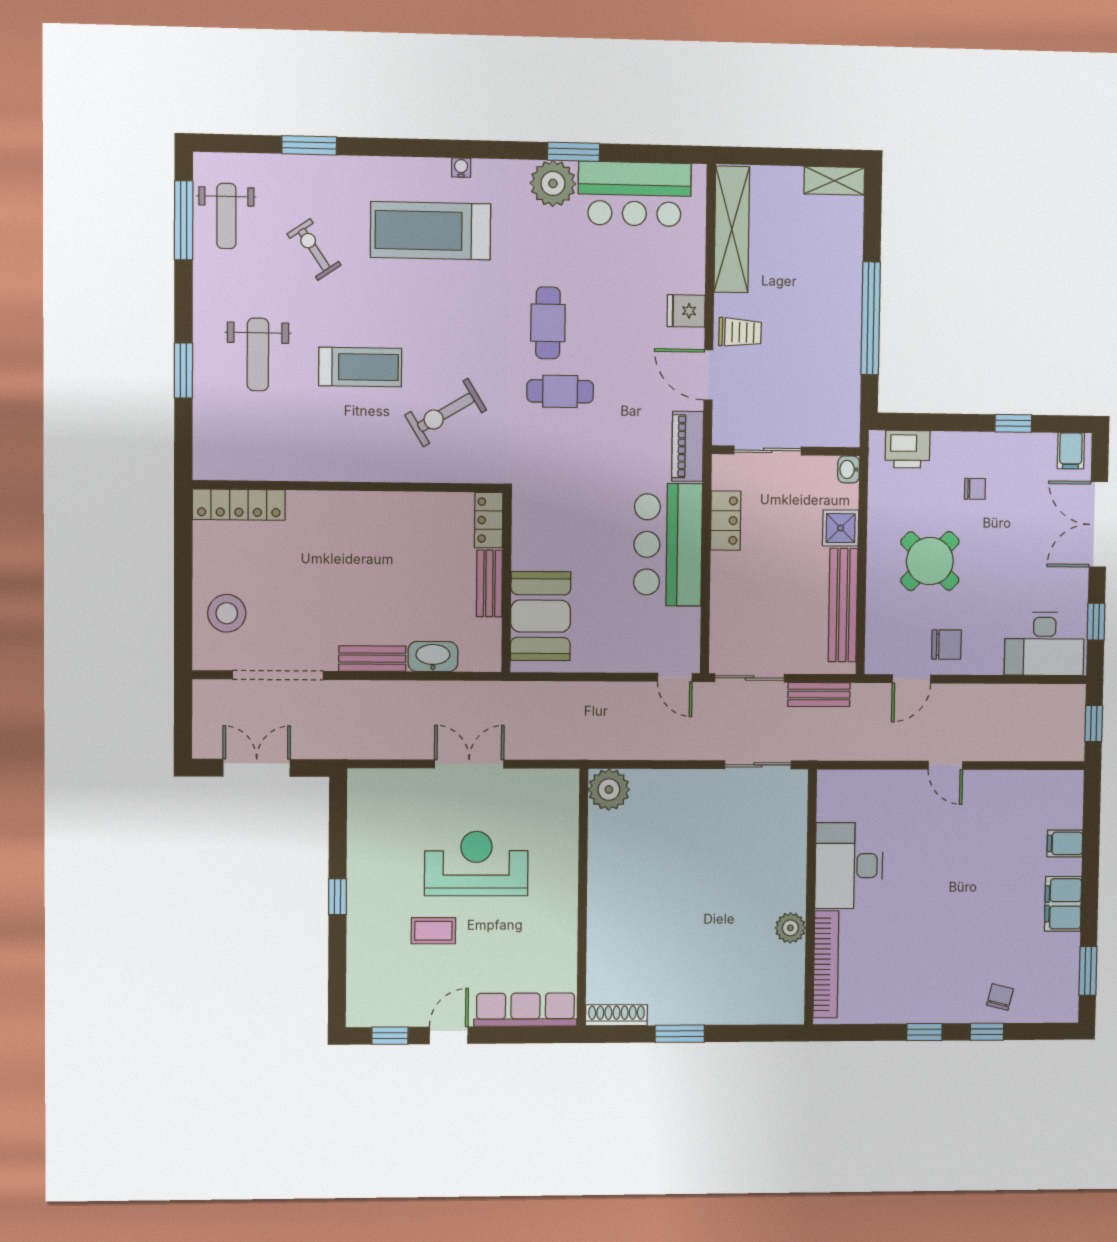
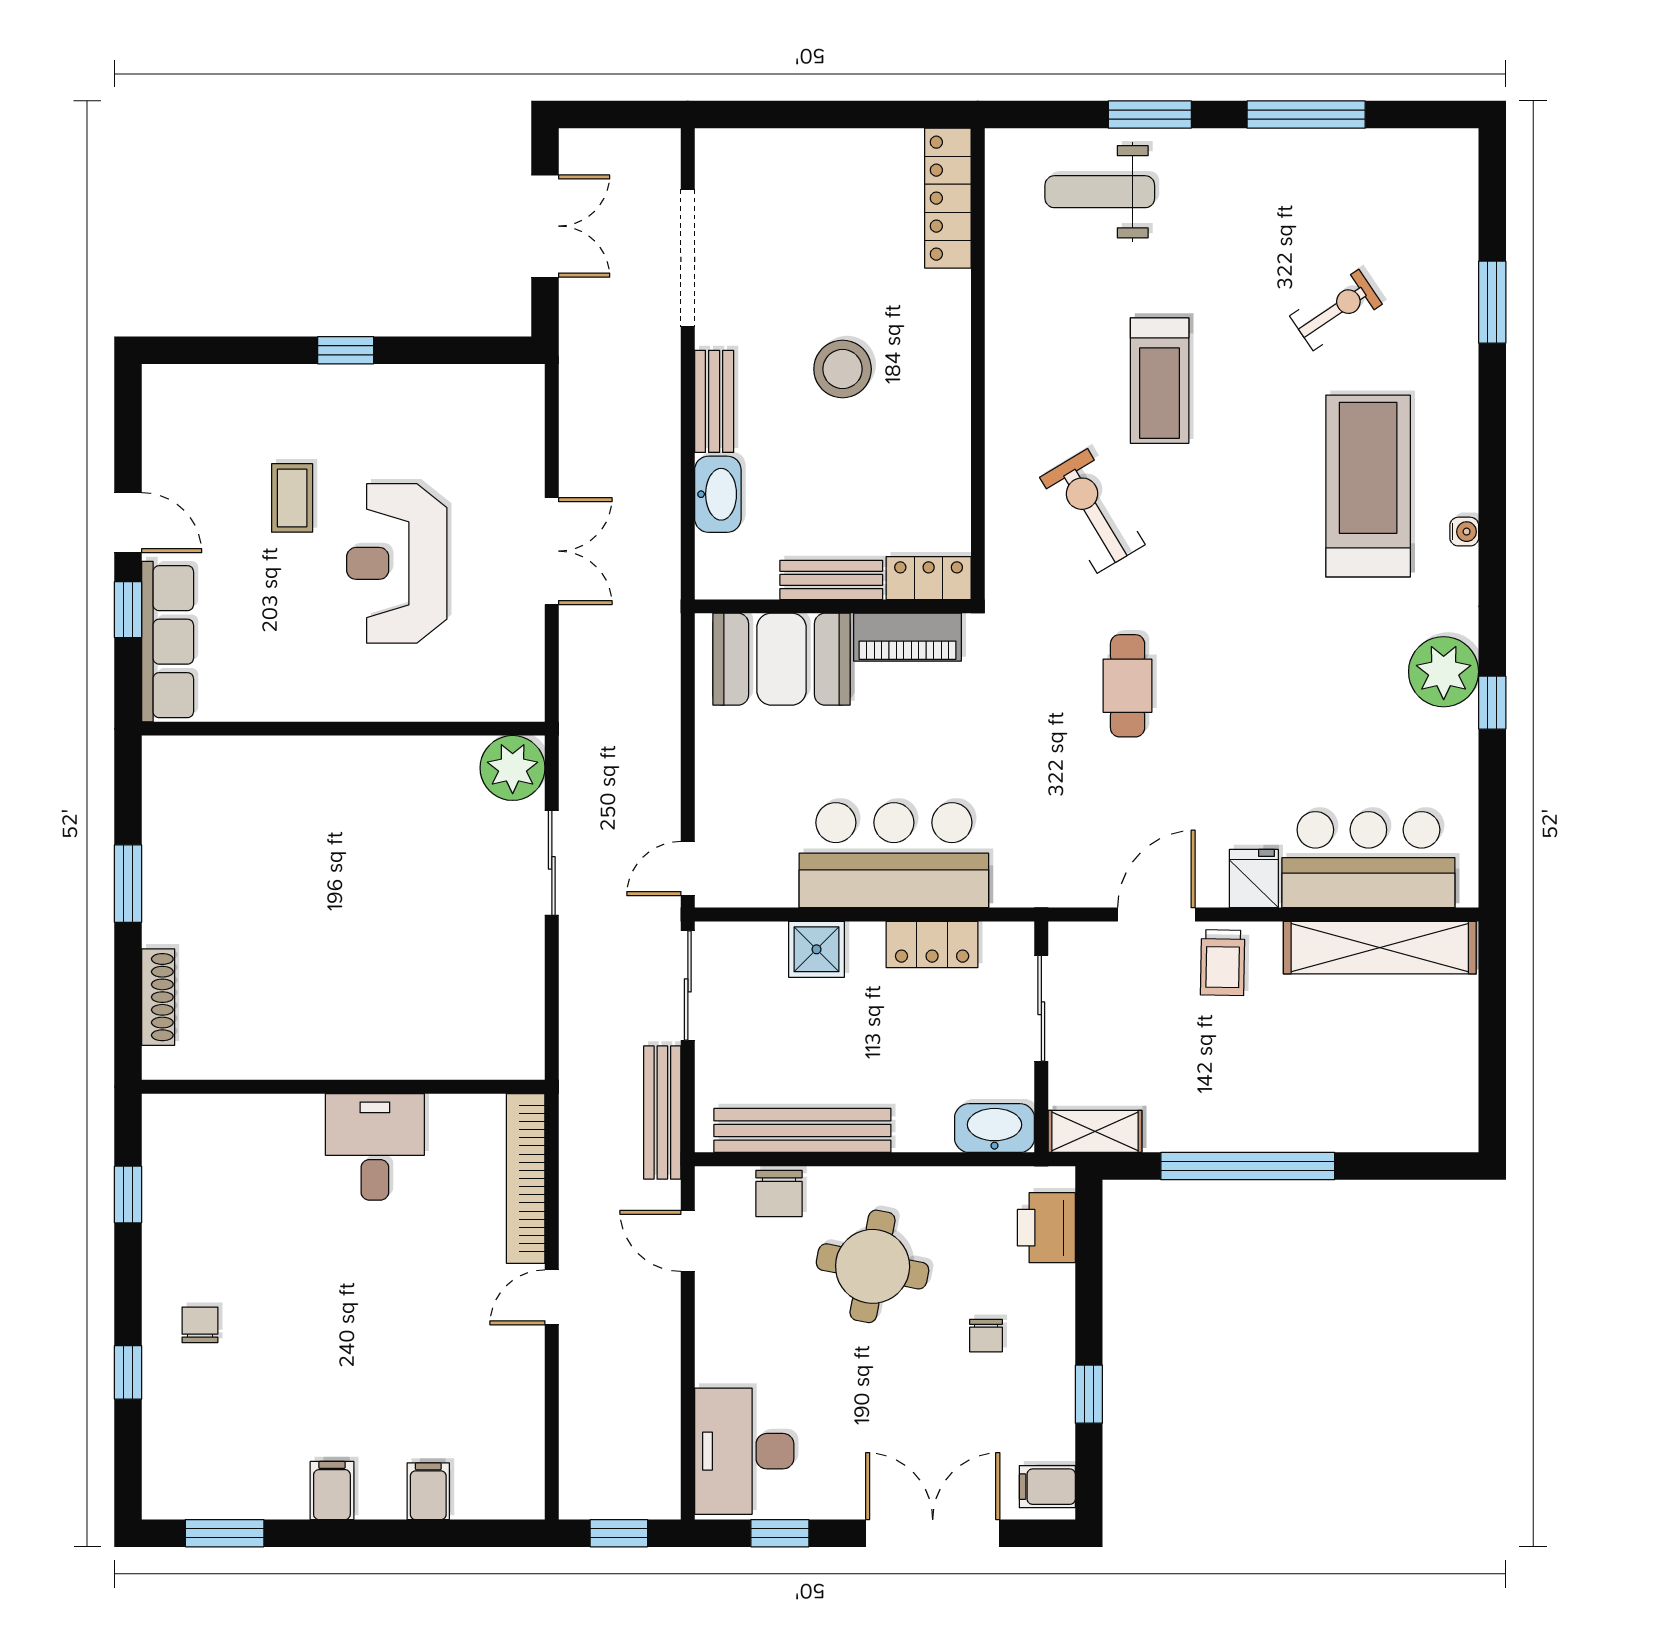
window: (573, 152) -> (1492, 703), width x0.67
shelving: (834, 181) -> (1095, 1131), moved, turned 90
bar counter: (635, 194) -> (1368, 860), moved, turned 90
weight bench: (226, 216) -> (1384, 178), removed
window: (184, 220) -> (1306, 115), moved
cafe table: (548, 323) -> (1232, 666), removed
weight bench: (258, 354) -> (1100, 192), moved
piano: (688, 446) -> (908, 637), moved, turned 180
washbasin: (849, 469) -> (995, 1128), width x1.91, depth x1.45
shower: (841, 528) -> (817, 949), moved
round table: (930, 561) -> (873, 1266), turned -33
stool: (227, 613) -> (843, 369), moved
chair: (946, 645) -> (779, 1193), moved
bench: (819, 695) -> (662, 1113), width x1.36
sliding door: (758, 765) -> (552, 863), moved
reception desk: (476, 864) -> (397, 563), turned 180
desk: (849, 866) -> (375, 1147), width x0.73
filing cabinet: (1063, 904) -> (332, 1491), width x0.50
plant: (790, 928) -> (295, 1056), removed
bookcase: (826, 964) -> (526, 1178), moved, turned 90
chair: (1000, 997) -> (200, 1325), moved, turned -104
shoe rack: (616, 1015) -> (158, 997), moved
window: (924, 1032) -> (128, 1195), moved
window: (390, 1036) -> (128, 610), moved

